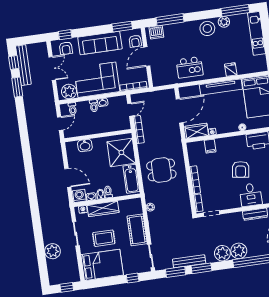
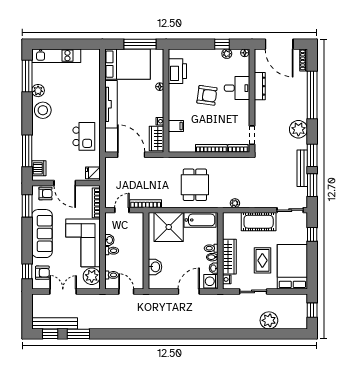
fridge: (231, 70) -> (93, 173), moved
door: (130, 110) -> (122, 210), hinge flipped
plant: (239, 251) -> (298, 110), removed

